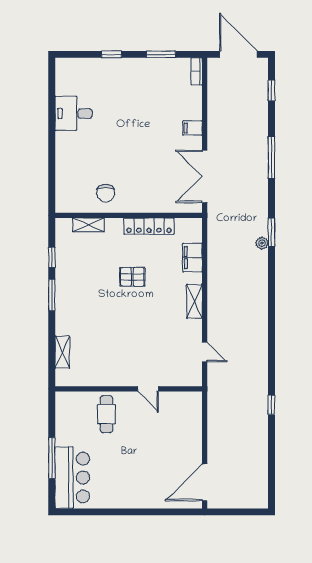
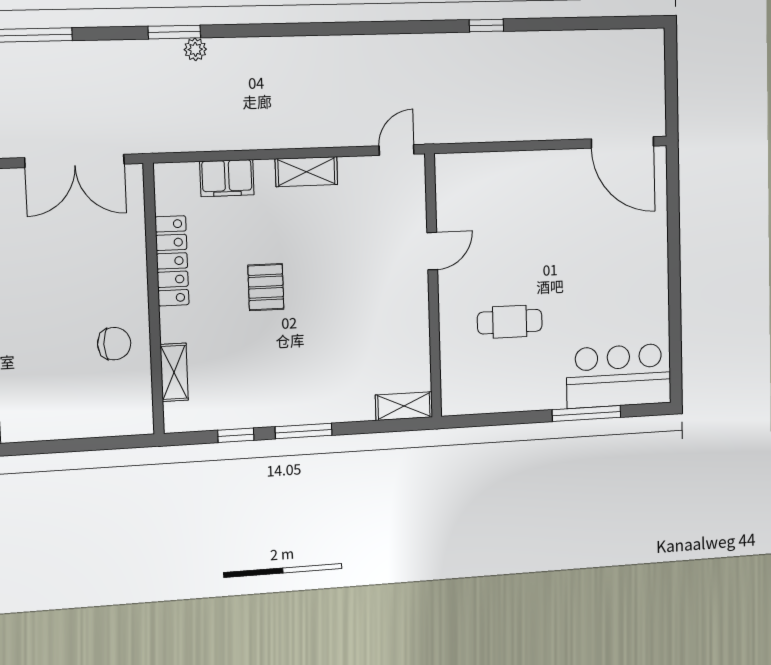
wall: (129, 389) -> (433, 286), moved
door: (148, 389) -> (432, 251), moved

